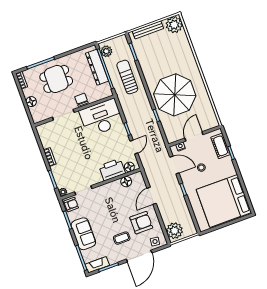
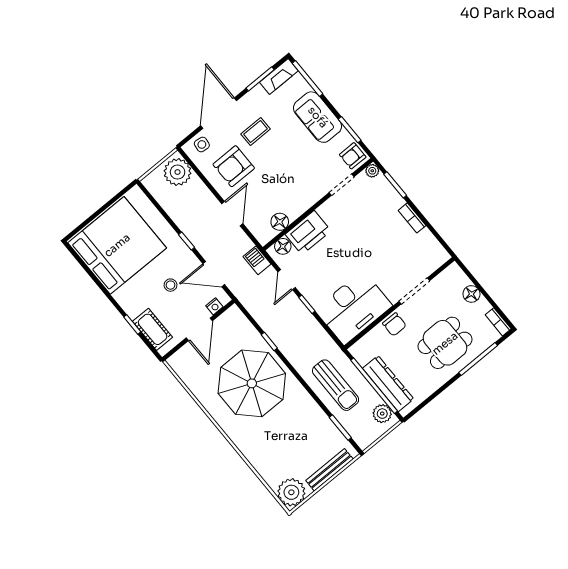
barbecue: (147, 164) -> (257, 260), added

